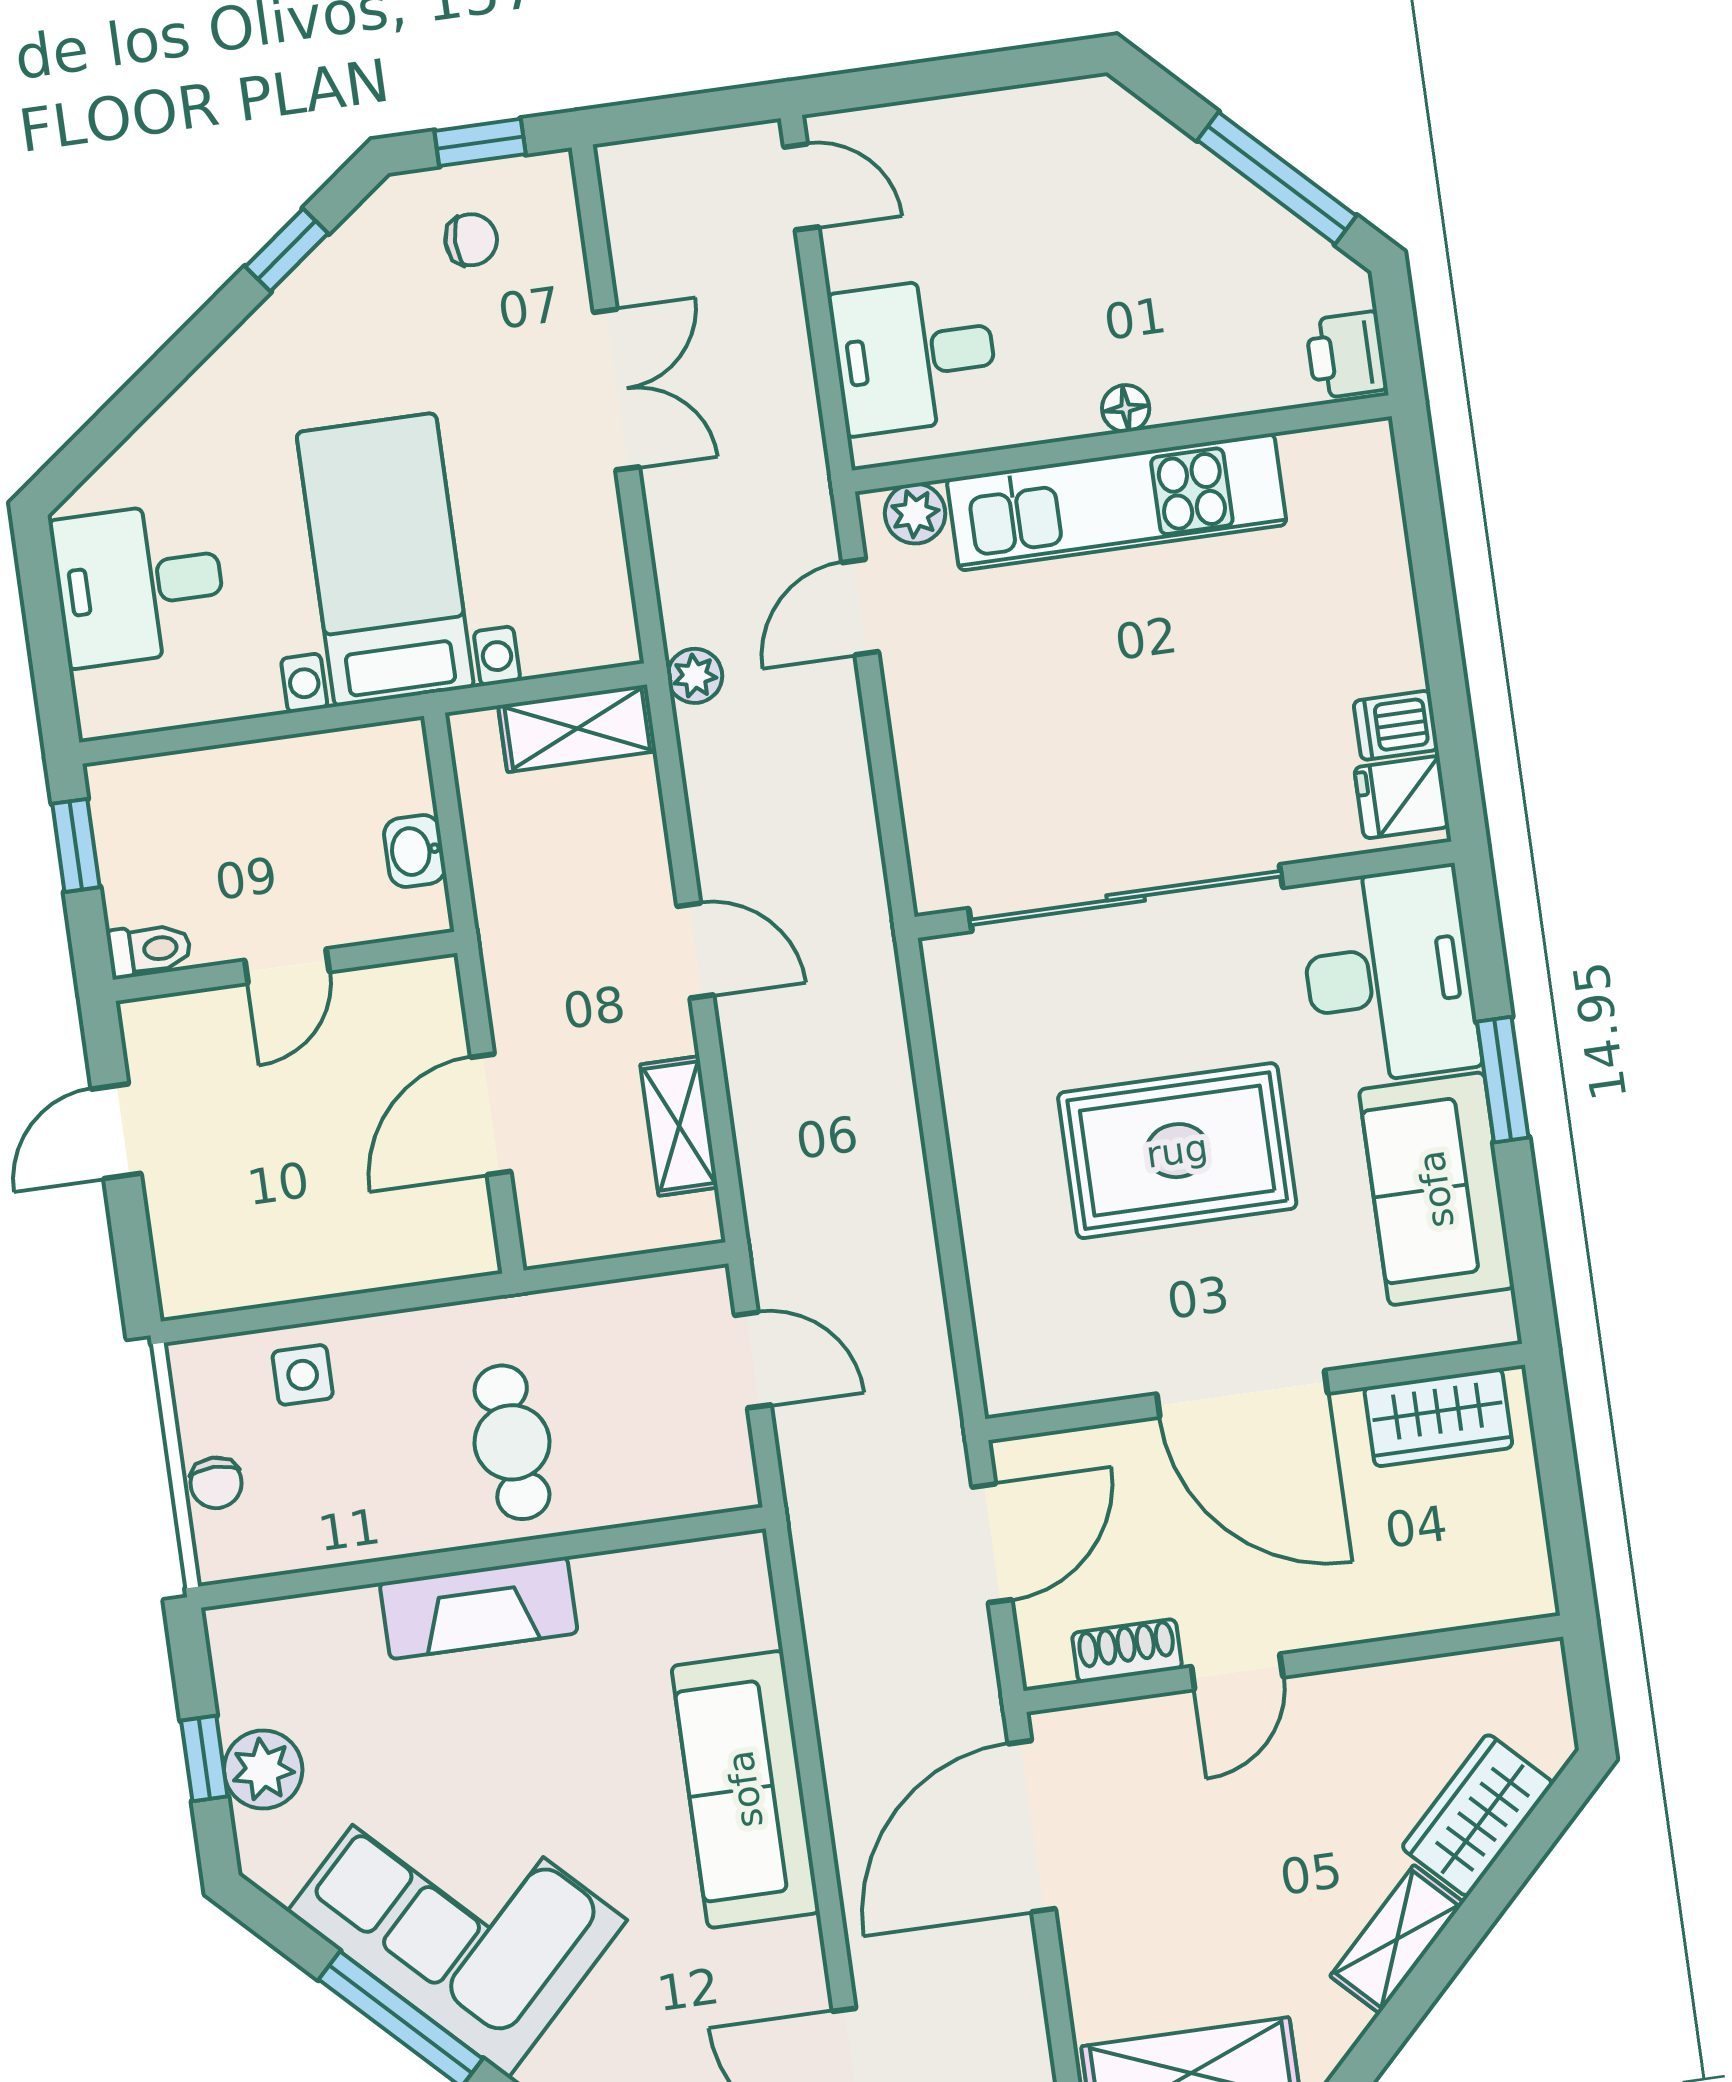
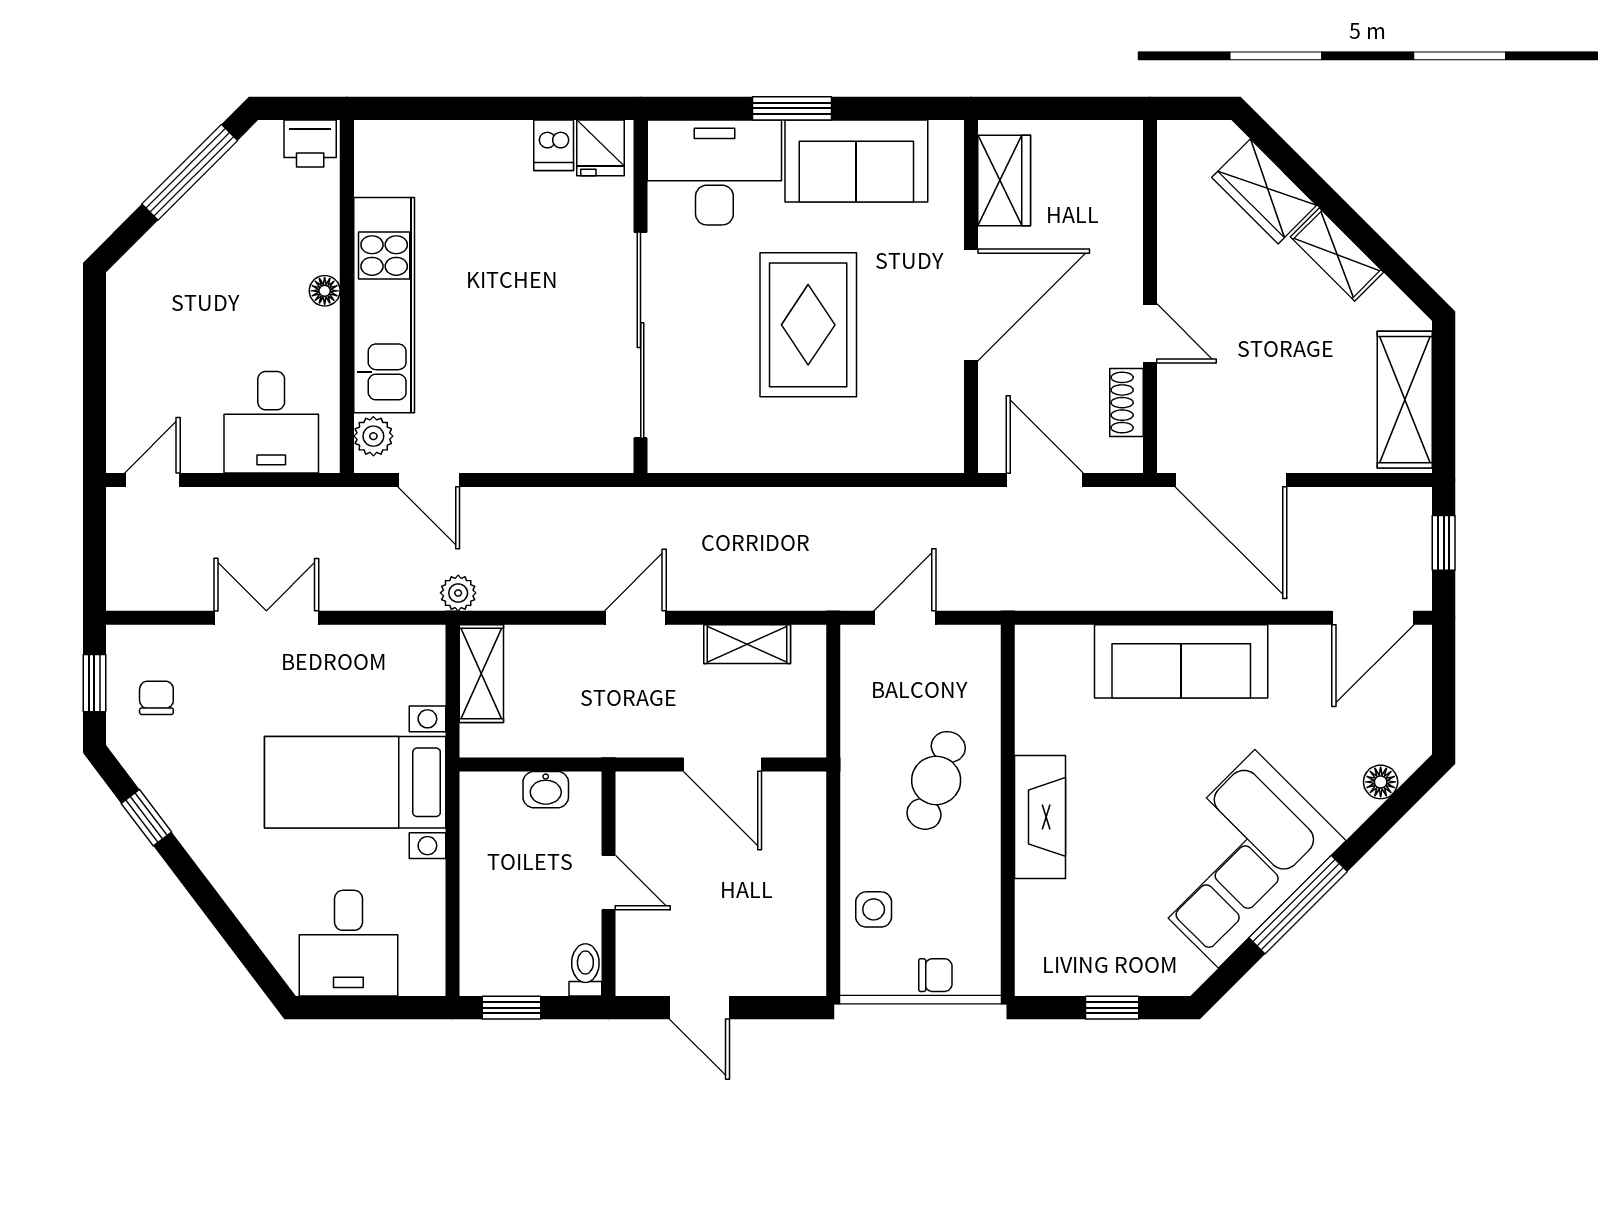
cafe table: (512, 1442) -> (936, 780), turned -66
plant: (263, 1770) -> (1125, 971), removed

